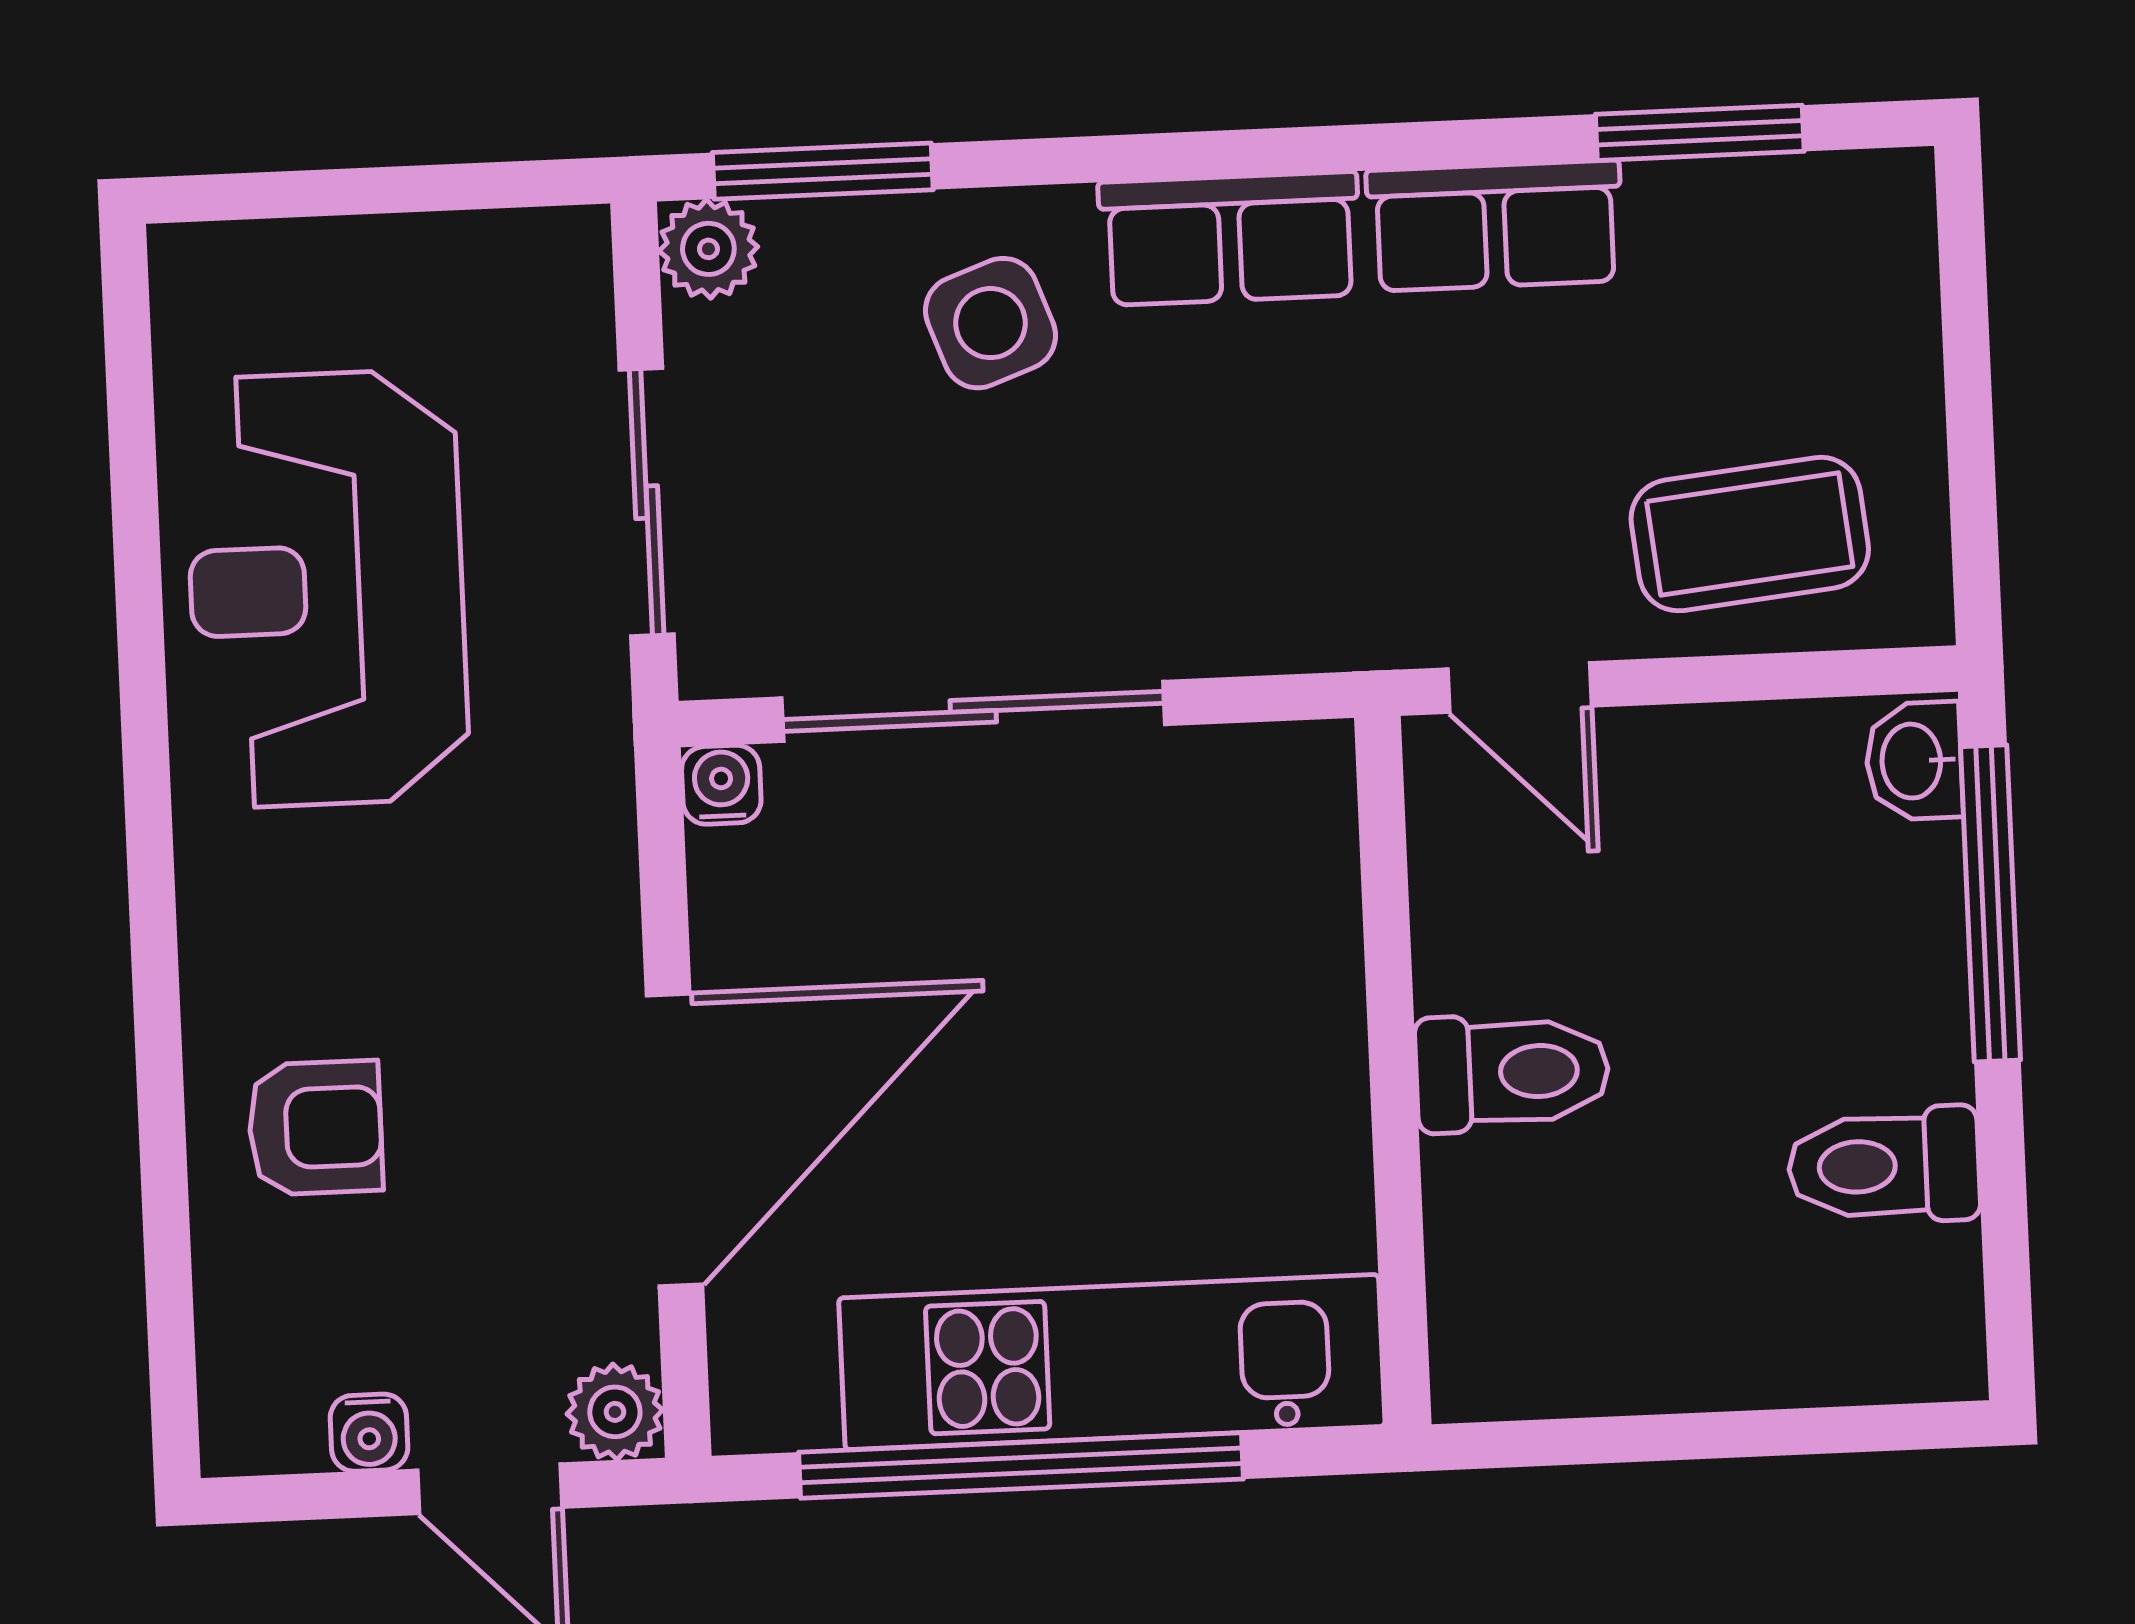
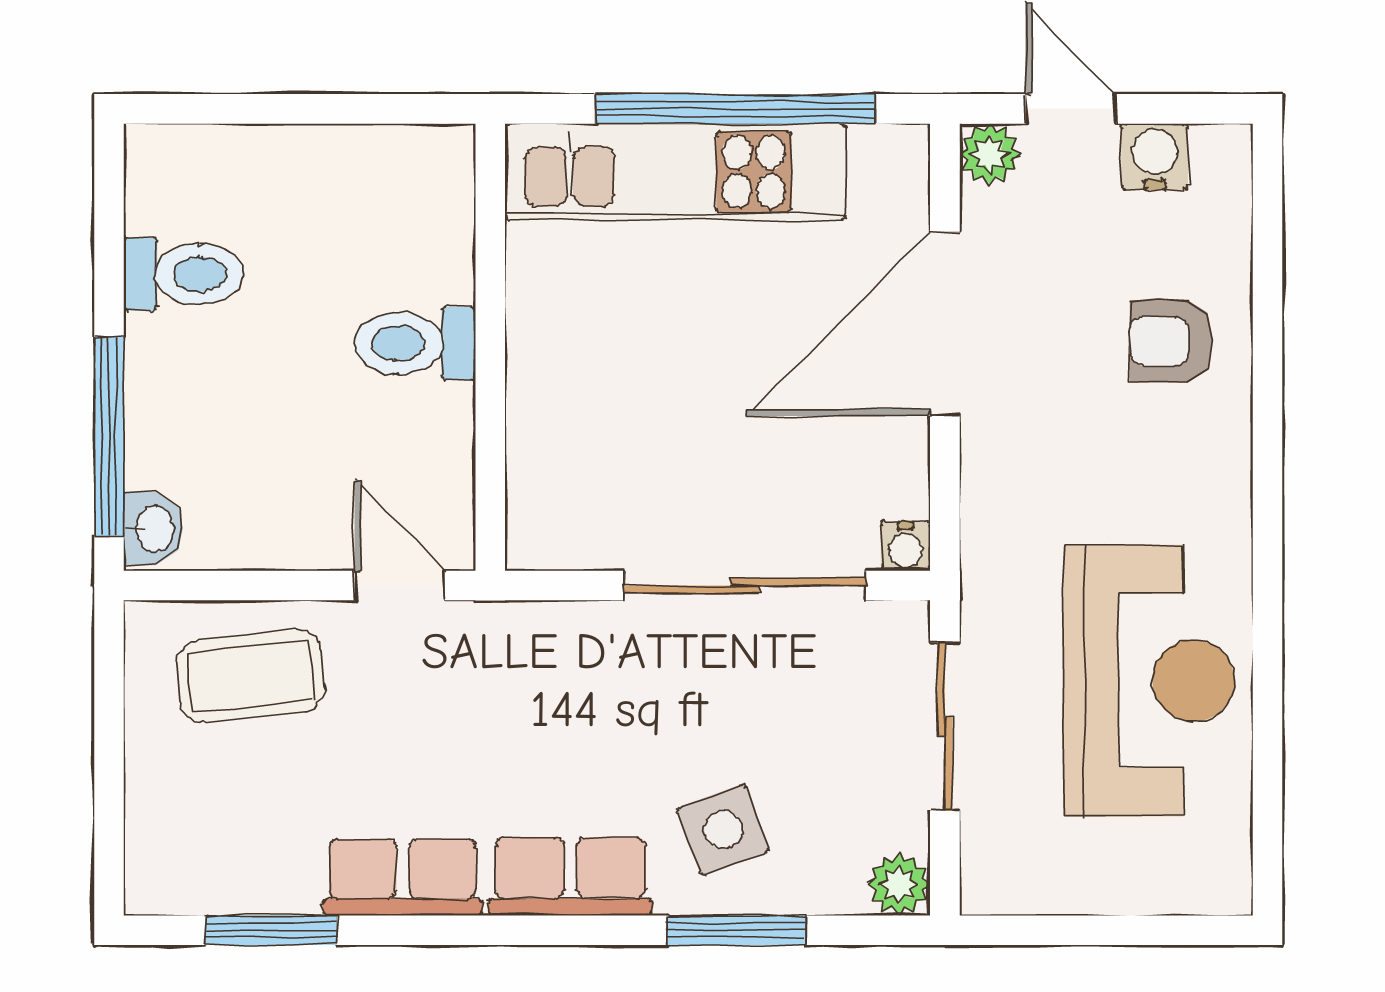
window: (823, 171) -> (736, 930), moved
water cooler: (369, 1433) -> (1155, 157), width x1.38, depth x1.38

